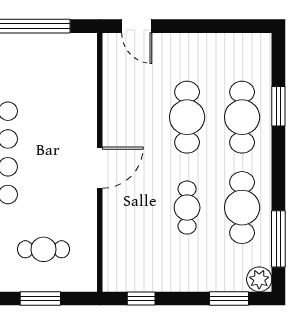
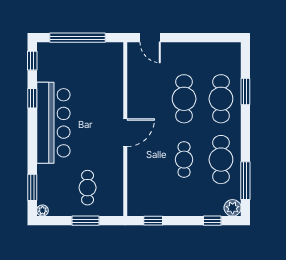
cafe table: (44, 249) -> (88, 188), turned 90
window: (229, 299) -> (212, 221), width x0.67

